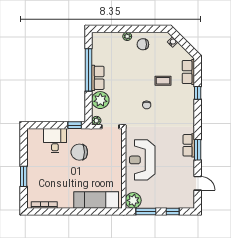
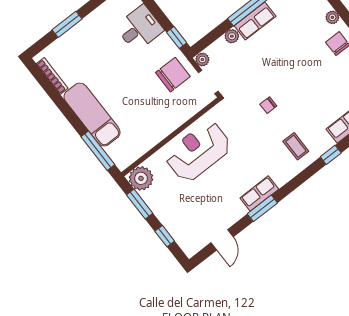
coffee table: (163, 81) -> (296, 146), moved
plant: (100, 100) -> (232, 36), width x0.53, depth x0.53
chair: (79, 152) -> (173, 75), moved, turned 90
exam couch: (96, 200) -> (92, 115), moved
window: (101, 211) -> (98, 151), added

